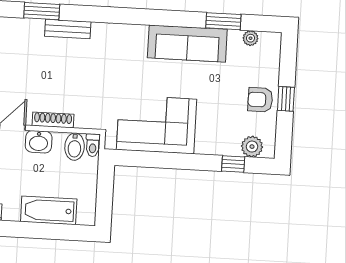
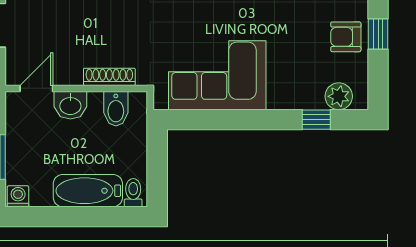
shoe rack: (53, 120) -> (109, 77), moved
toilet: (93, 145) -> (133, 193), moved, turned 180

